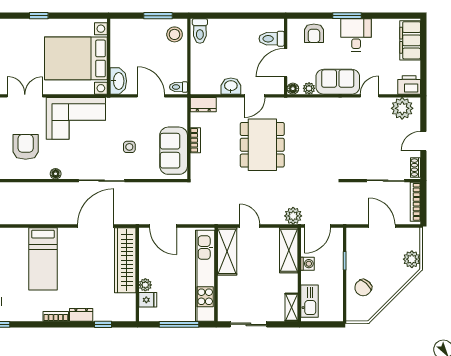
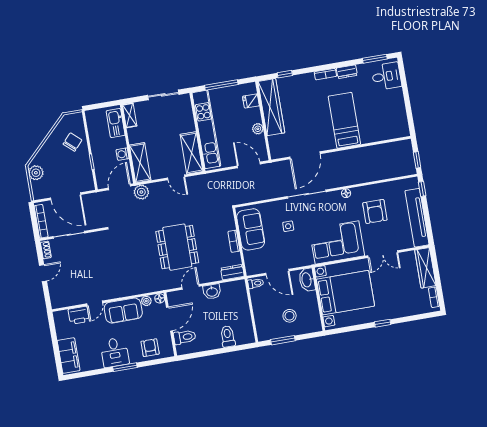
toilet: (200, 31) -> (228, 336), moved
stool: (175, 34) -> (290, 316), moved
printer: (409, 85) -> (79, 315), moved
plant: (402, 108) -> (66, 298), removed
door: (382, 226) -> (66, 196), width x1.36
wardrobe: (125, 260) -> (271, 107), moved
plant: (145, 285) -> (258, 129), moved
dresser: (81, 315) -> (347, 72), moved

